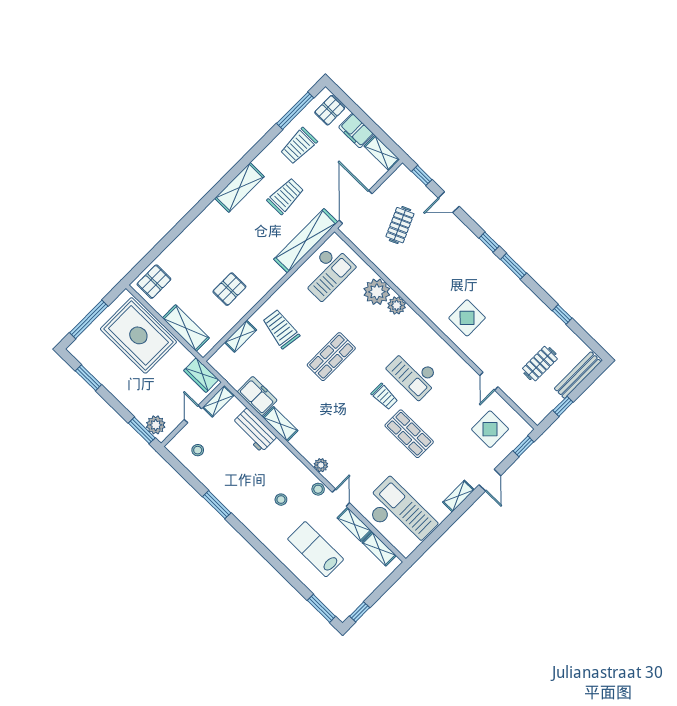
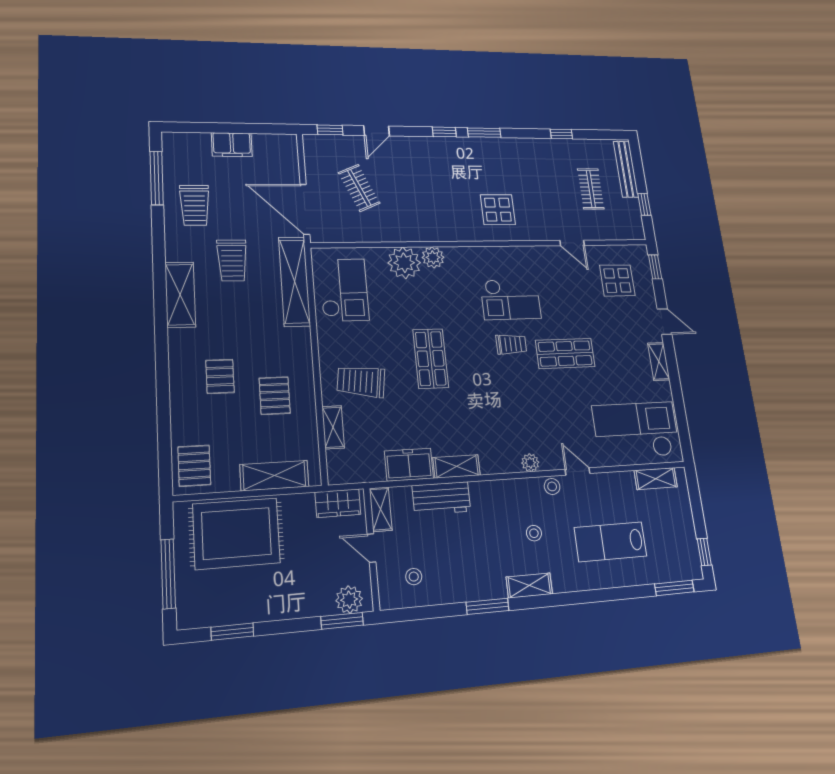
pallet: (330, 110) -> (220, 376), moved
shelving: (382, 153) -> (275, 143), removed
trolley: (286, 196) -> (232, 260), turned 180
shelving: (354, 524) -> (529, 585), moved

